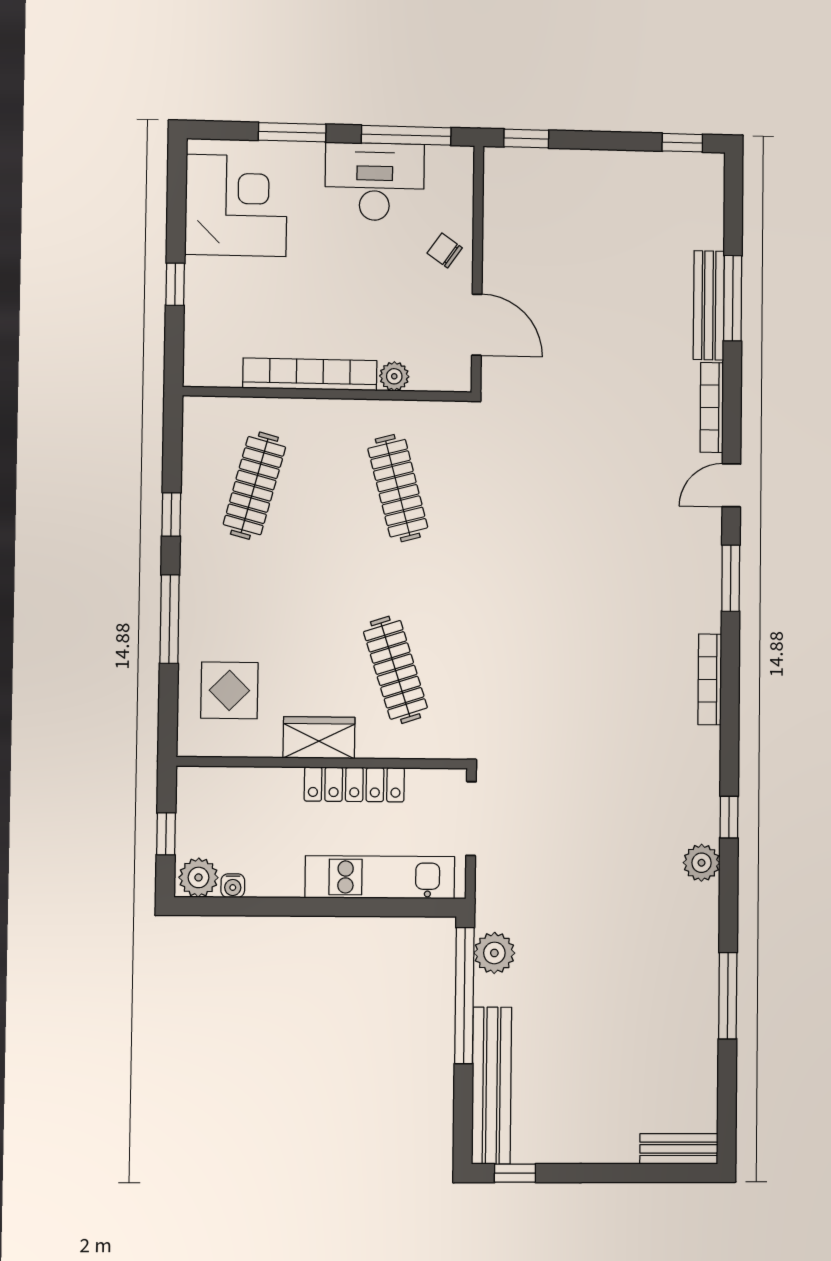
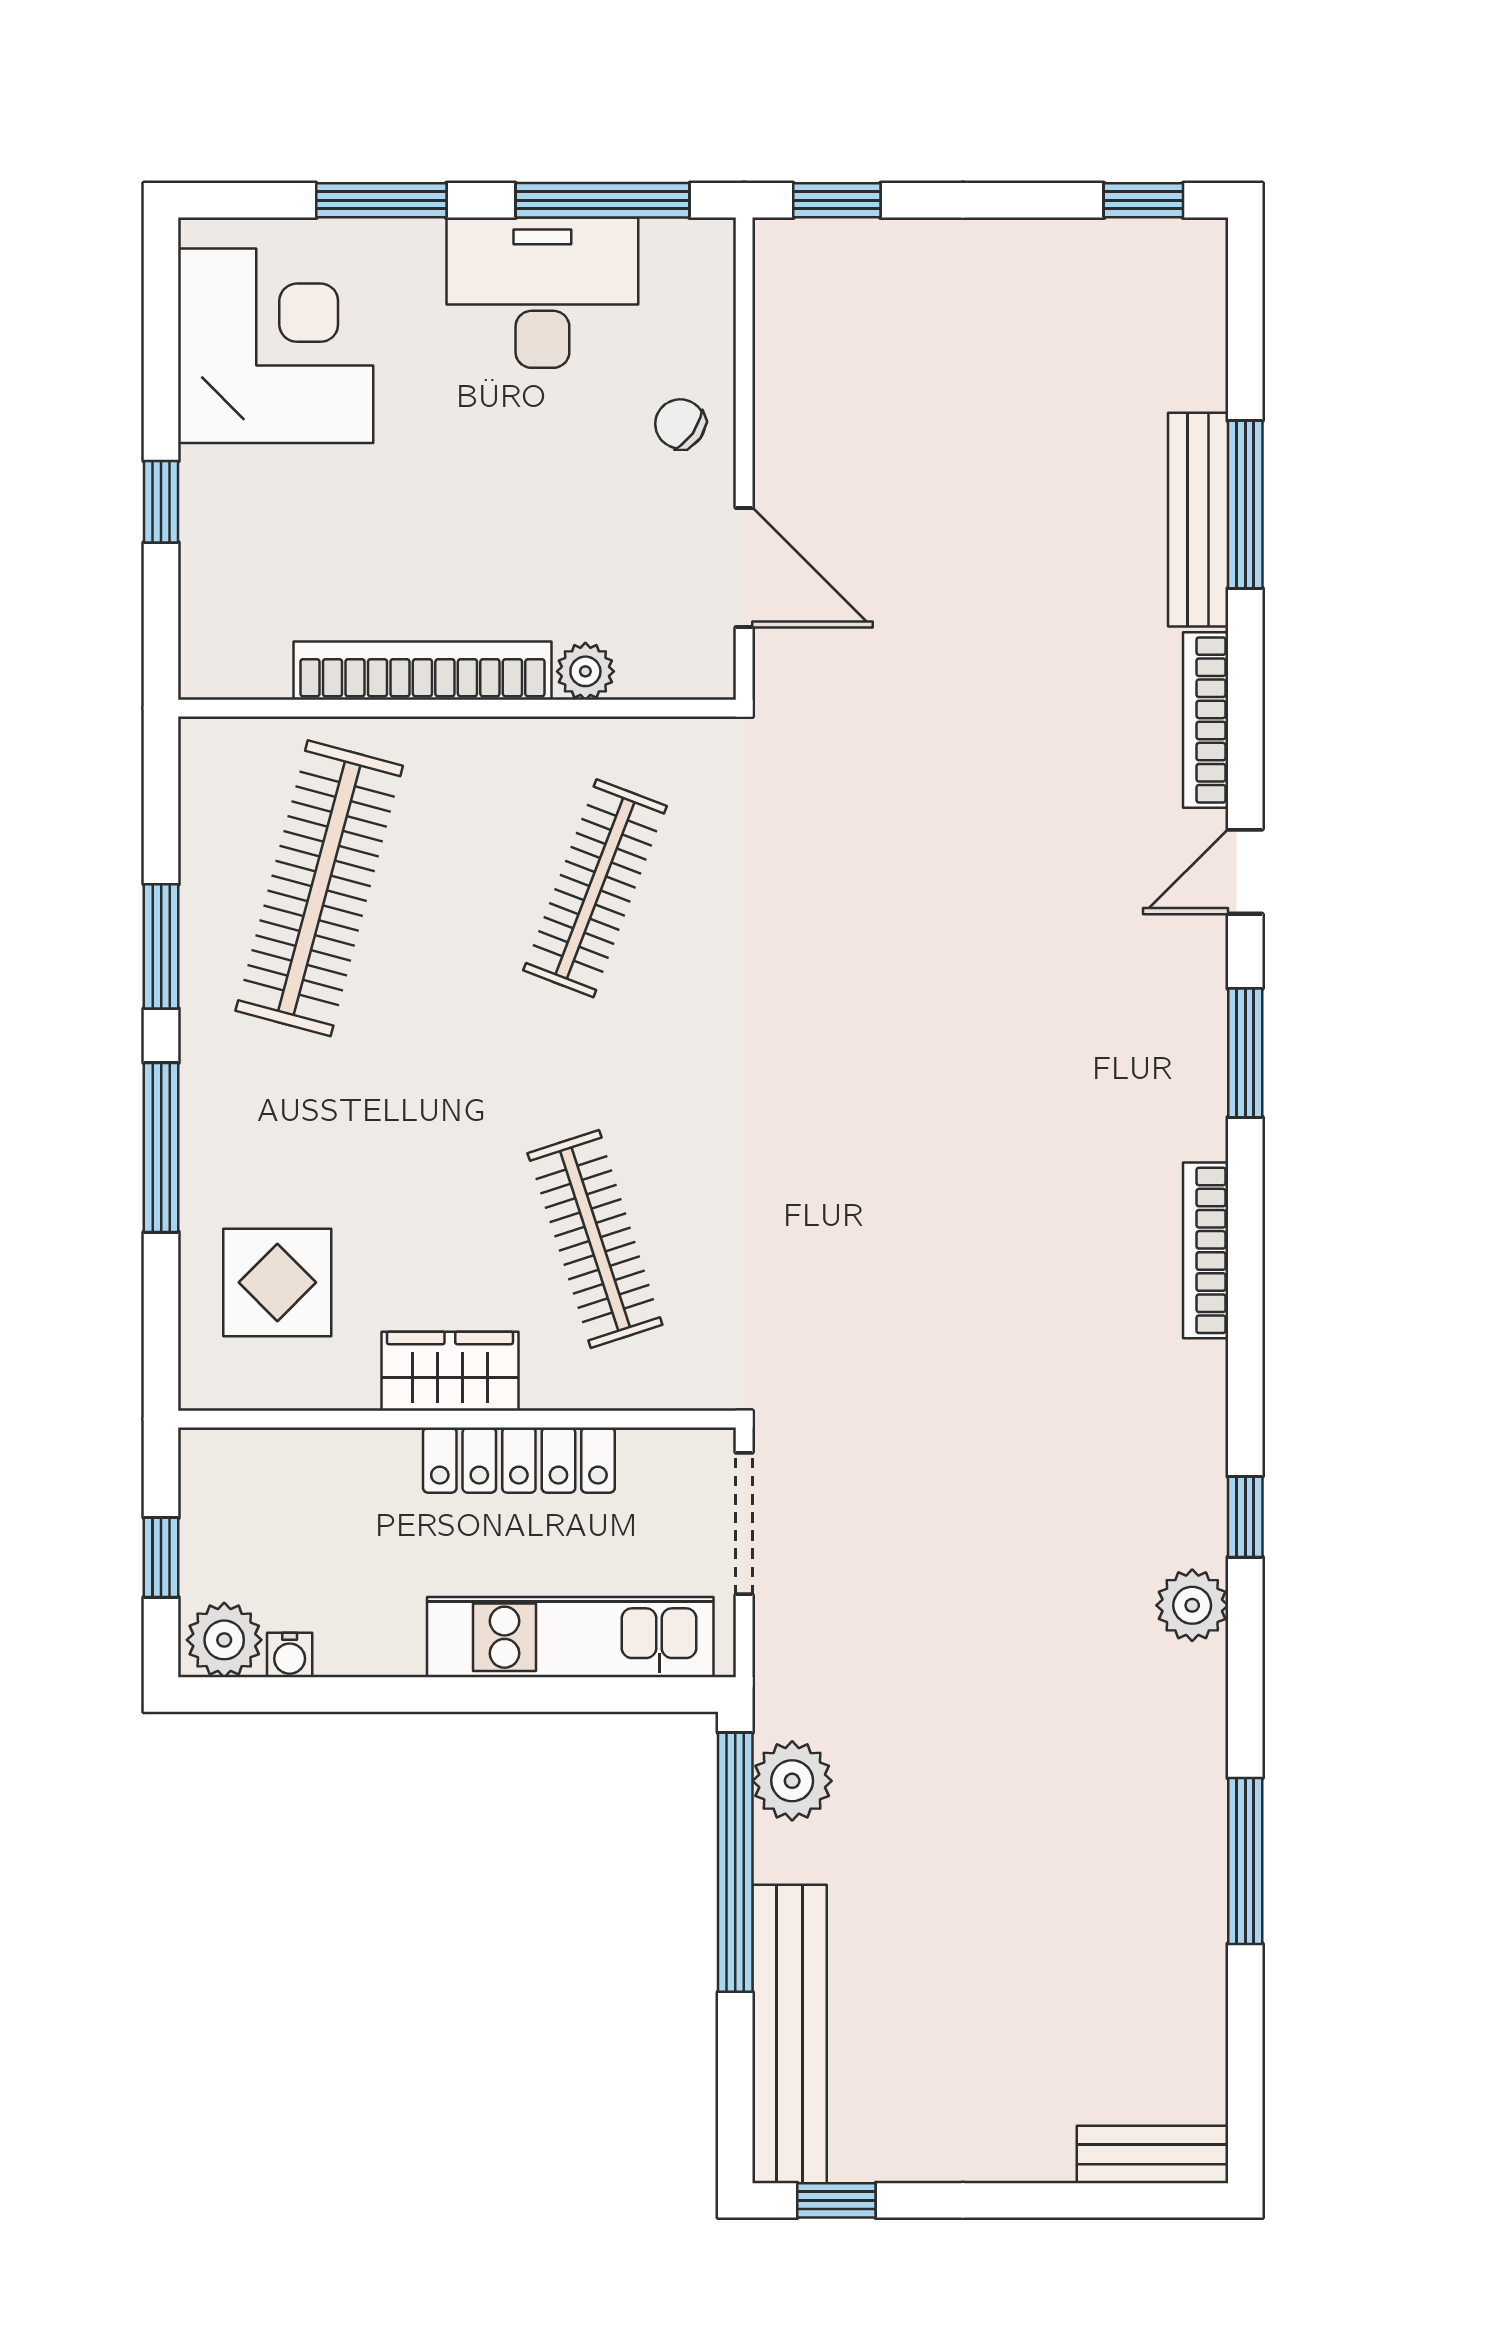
clothes rail: (254, 486) -> (319, 888), width x1.37, depth x1.31
clothes rail: (398, 488) -> (595, 888), turned 36
window: (171, 514) -> (161, 946), width x1.50

